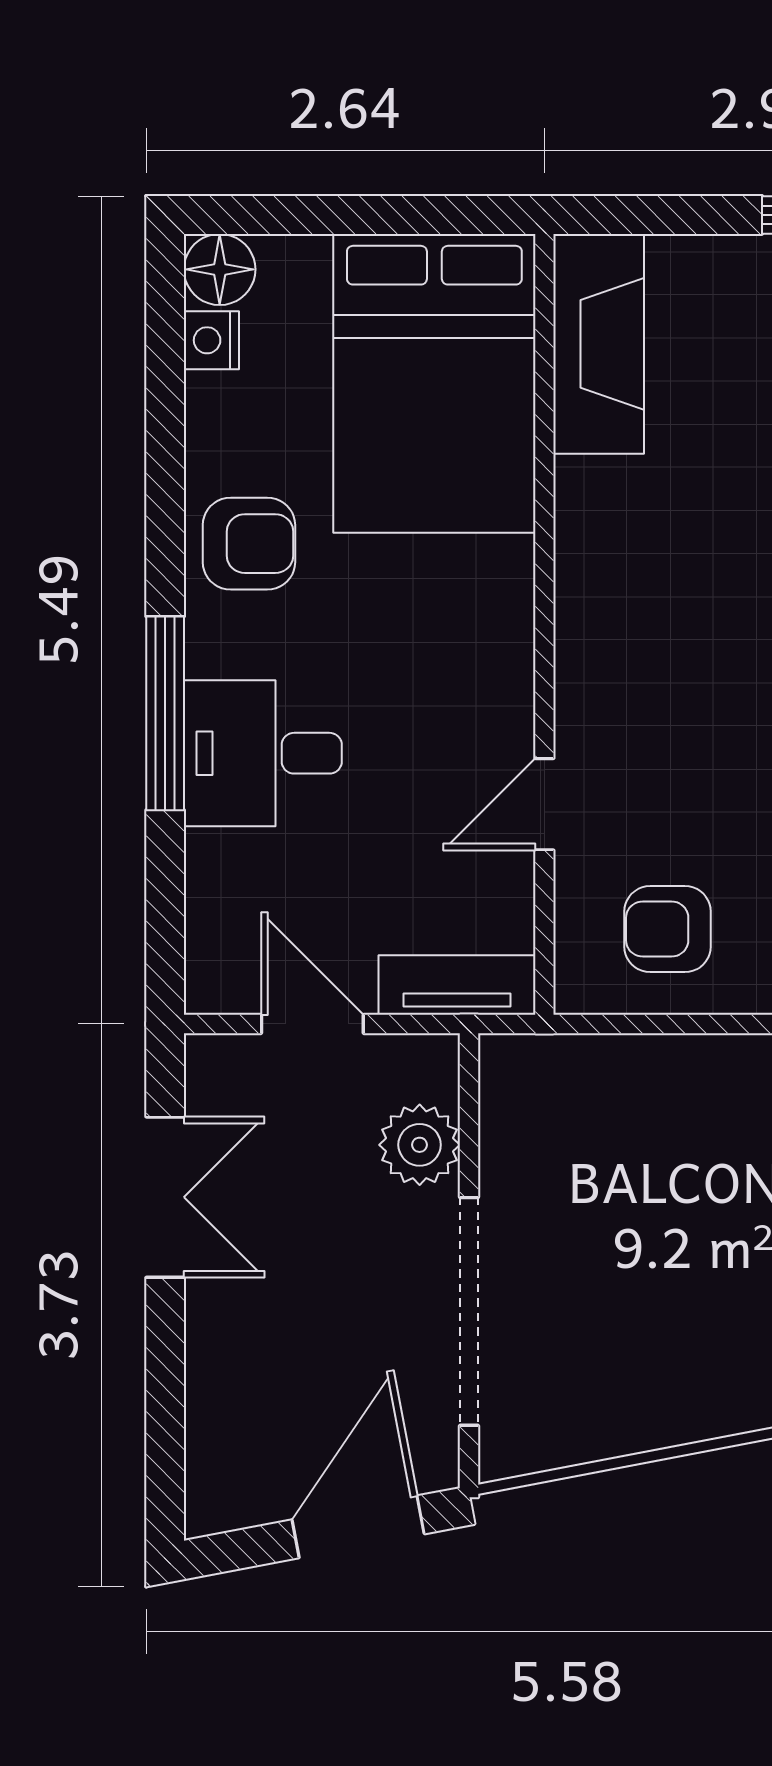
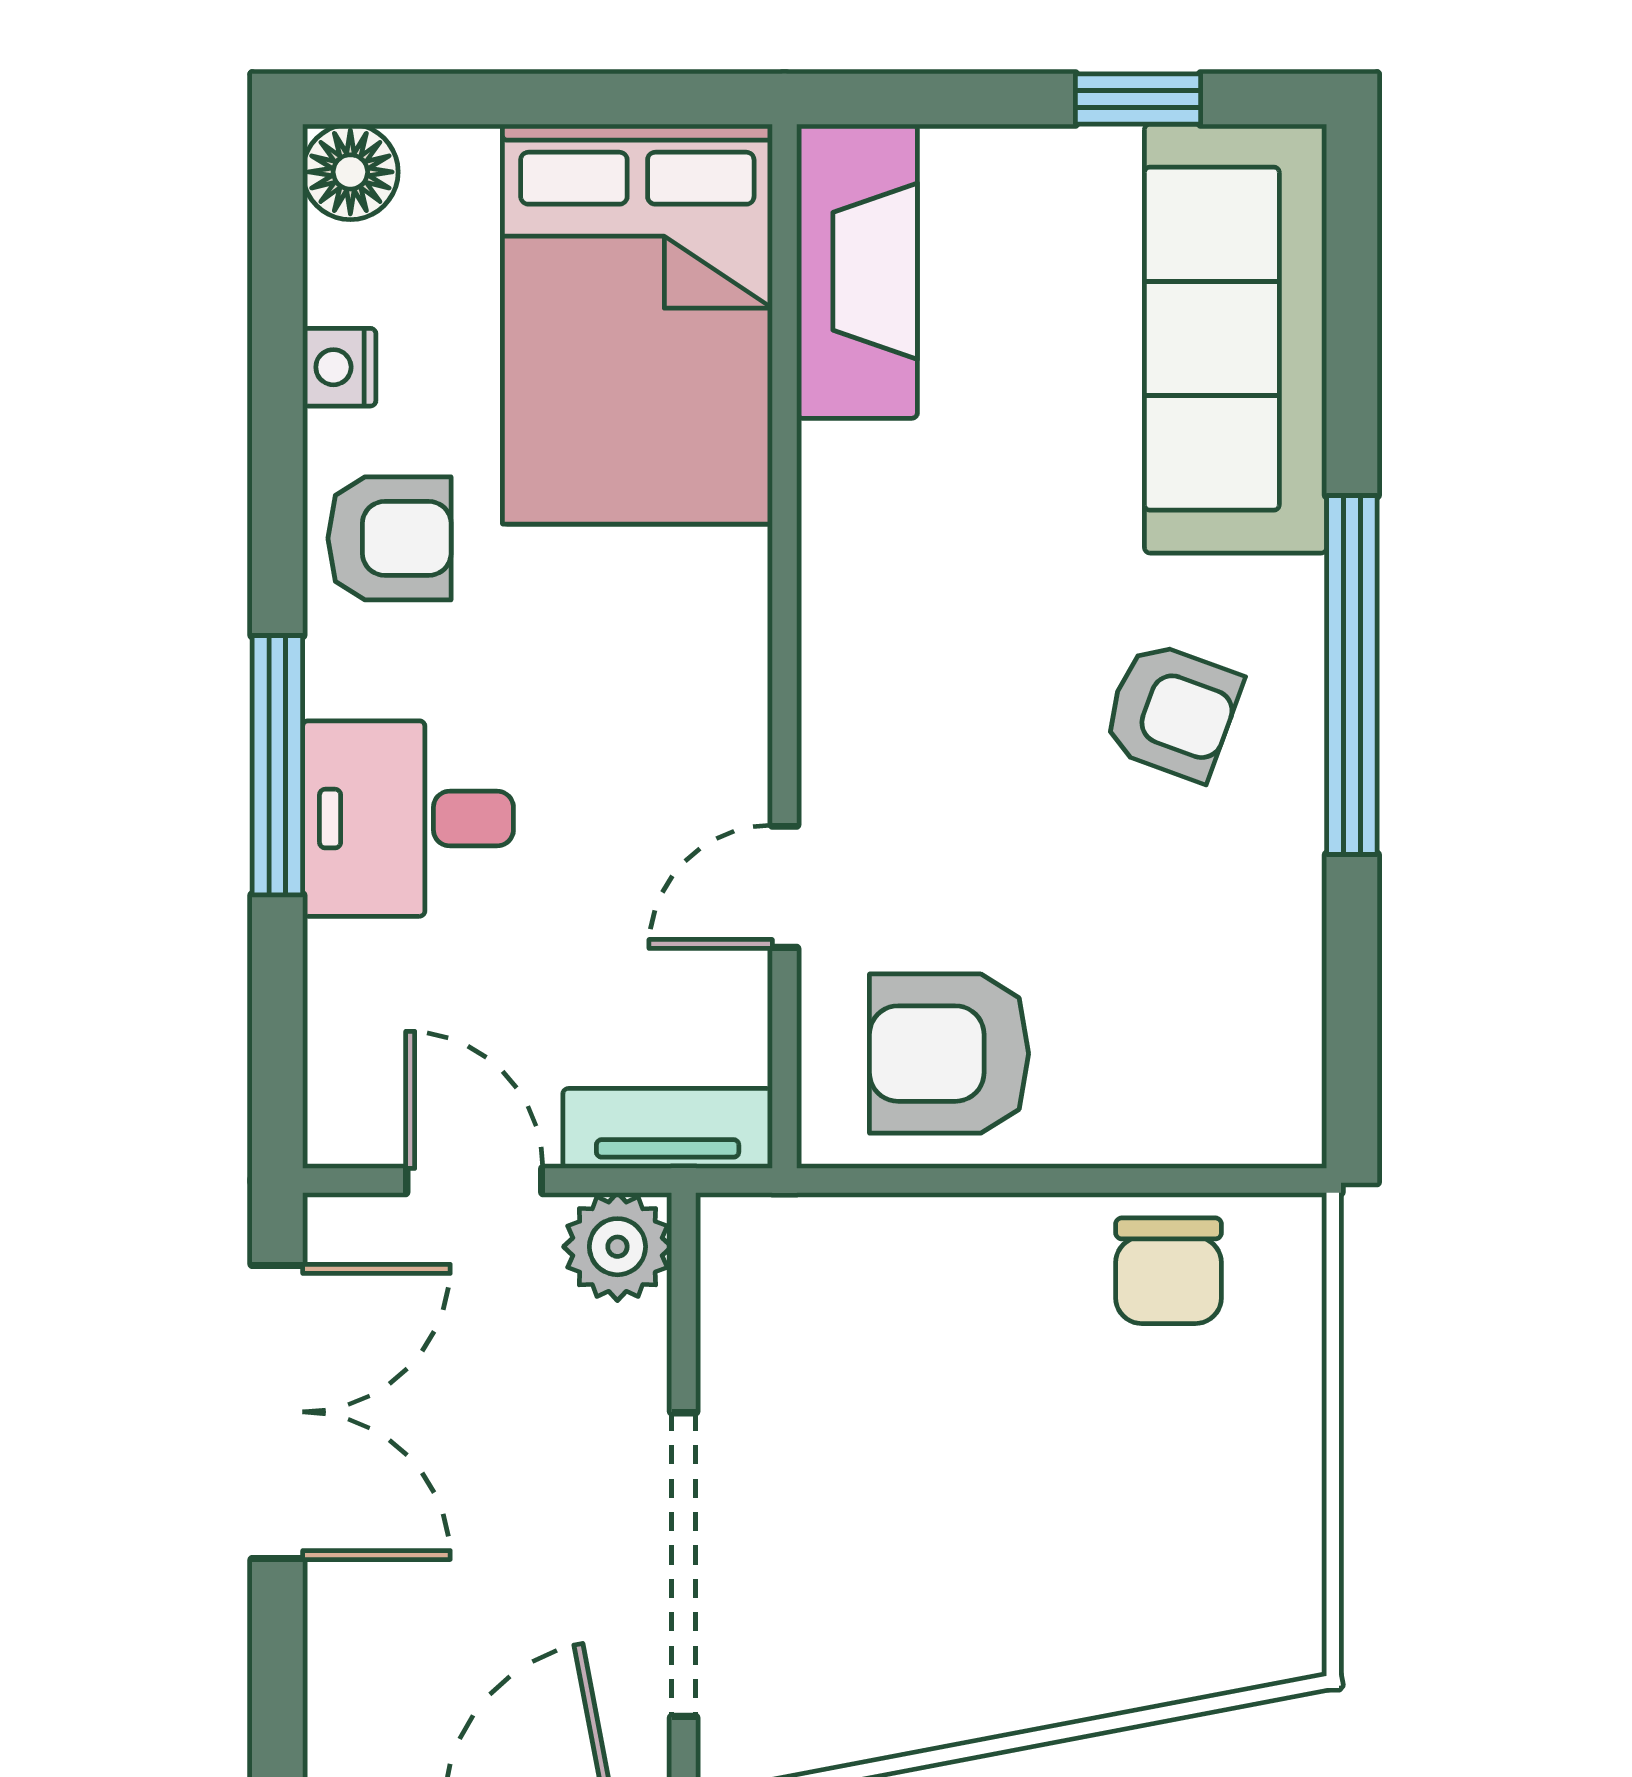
nightstand: (211, 340) -> (339, 367), moved
armchair: (668, 929) -> (949, 1054), width x1.38, depth x1.38
plant: (420, 1145) -> (617, 1247), moved
double door: (165, 1197) -> (277, 1412), width x1.37

